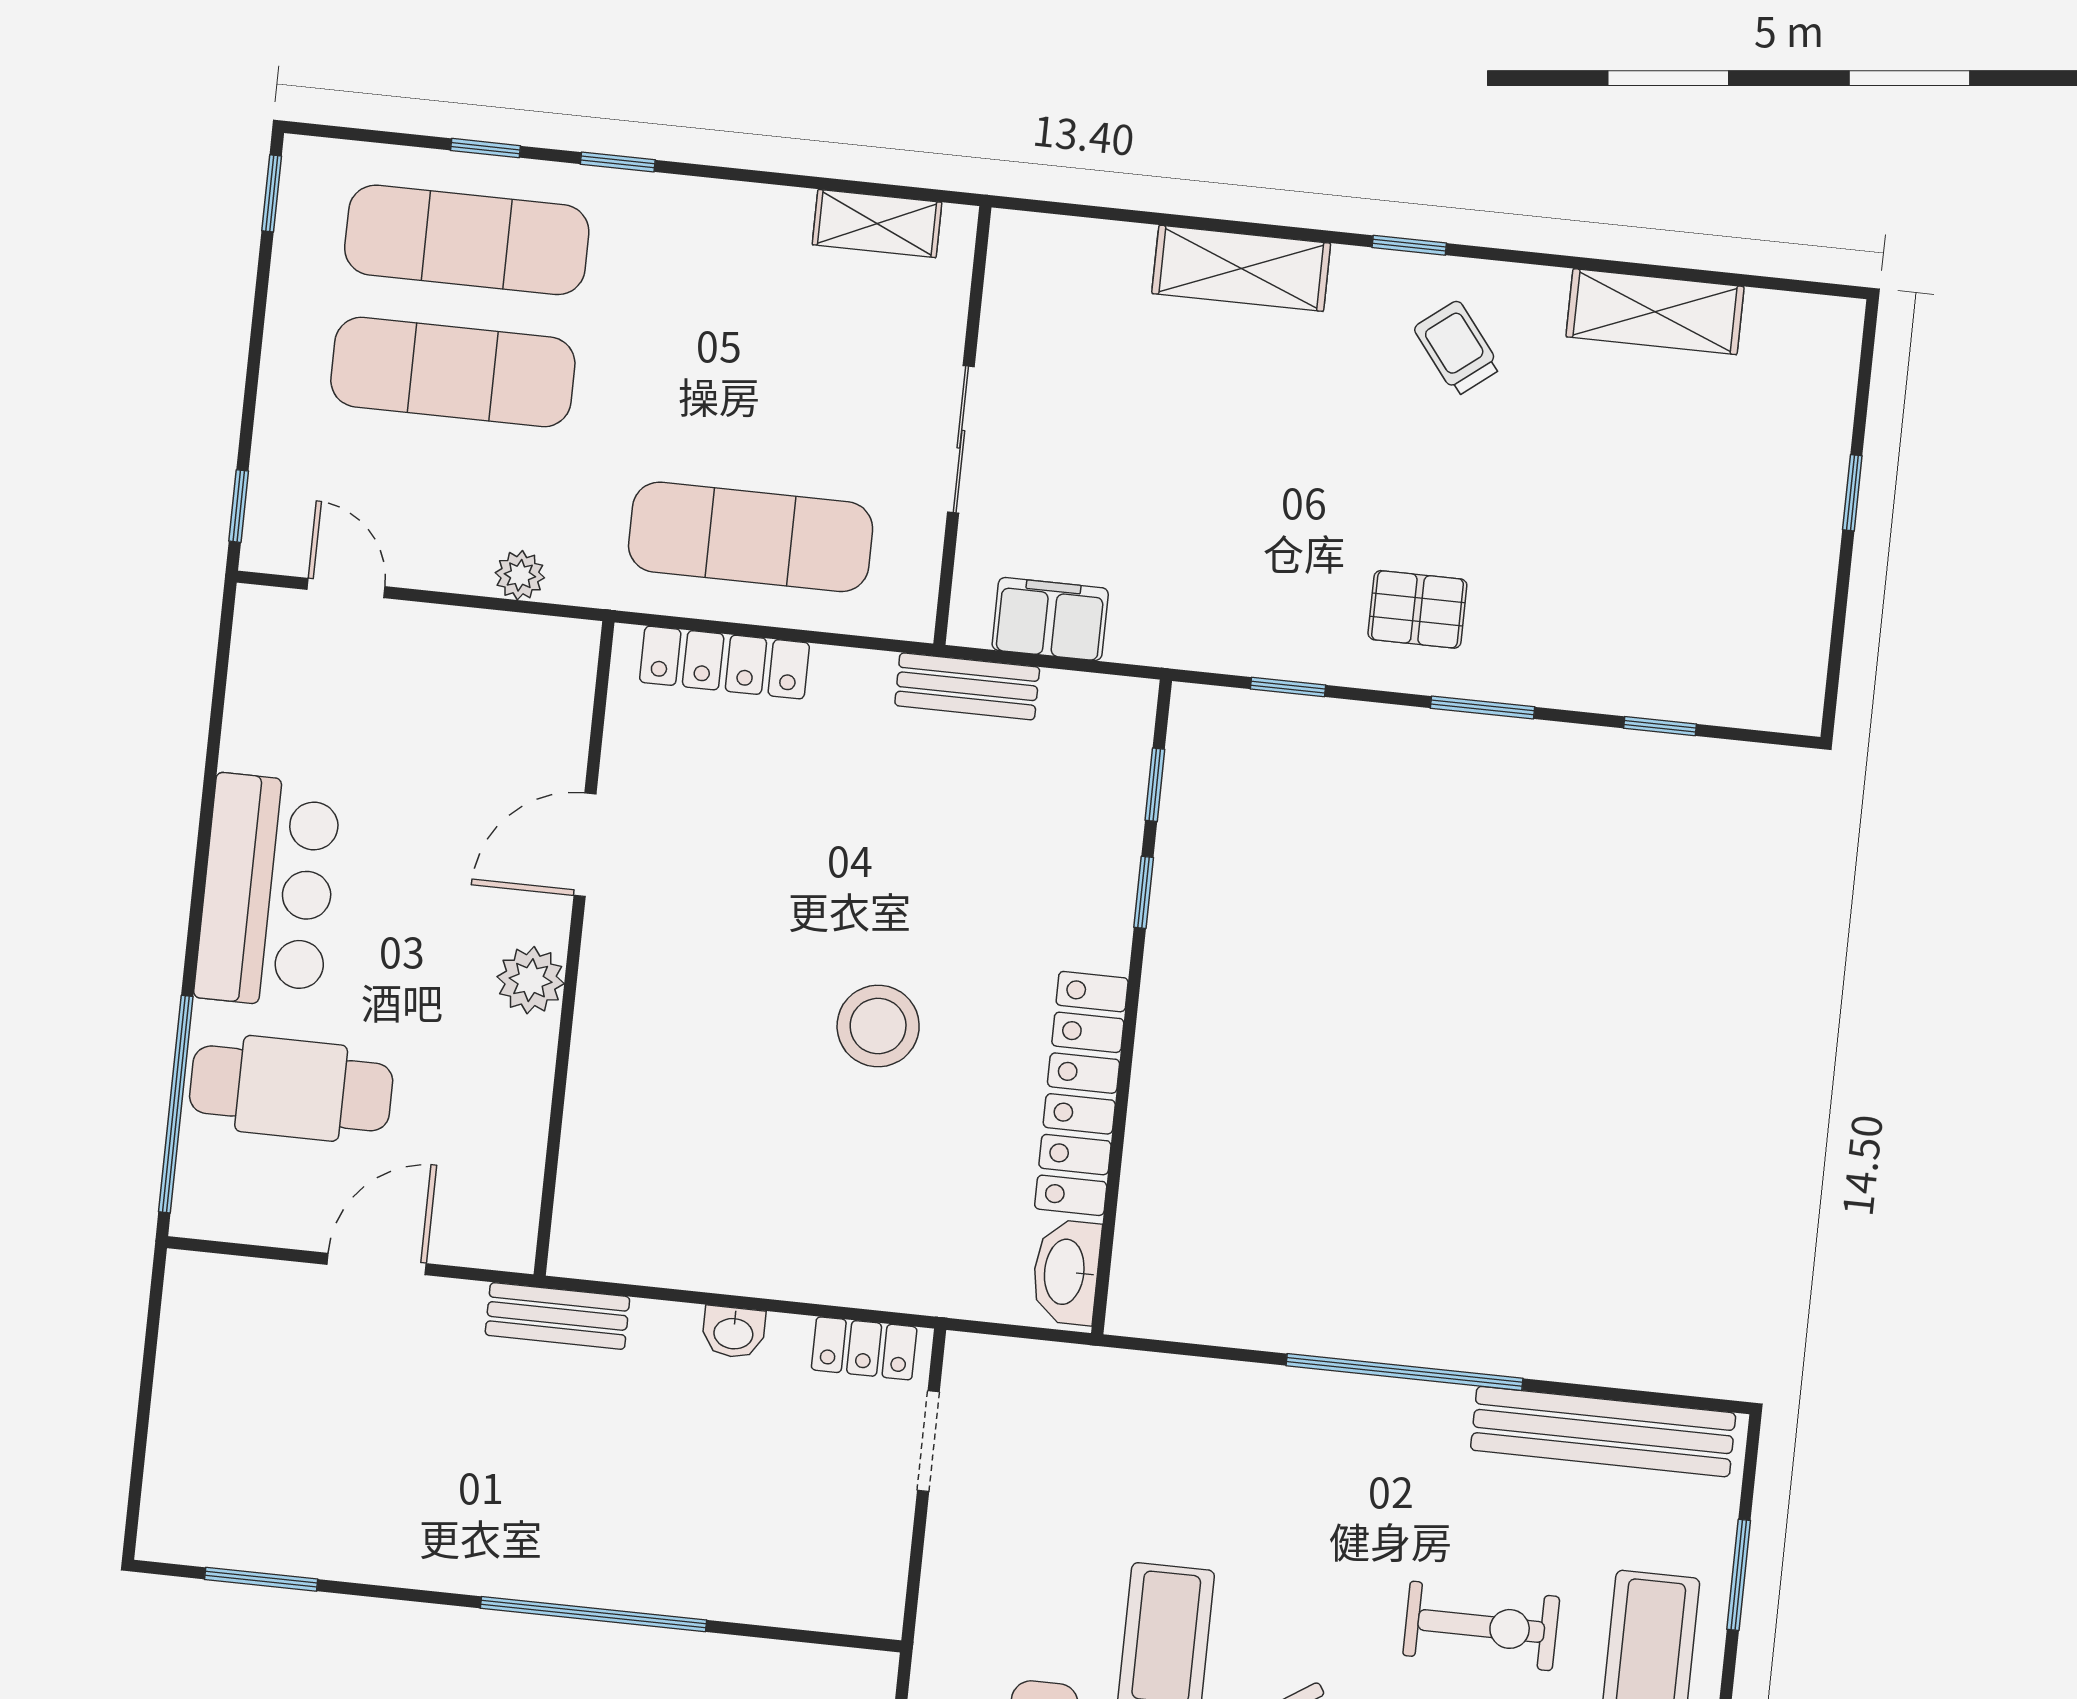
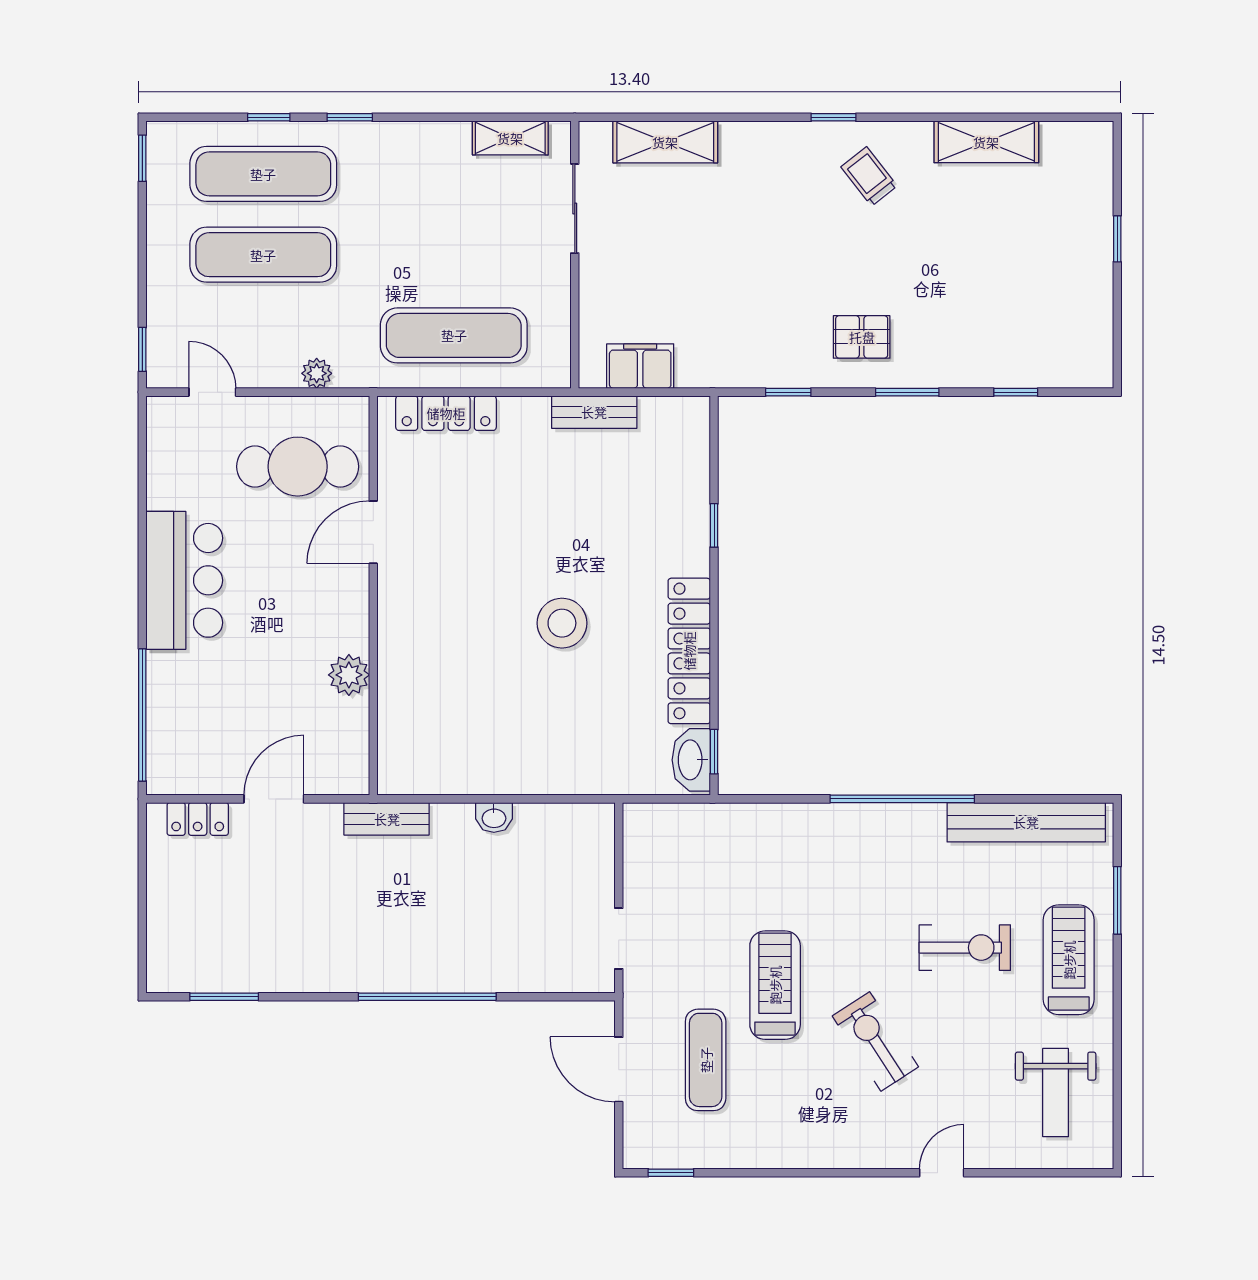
shelving: (1241, 268) -> (665, 142), moved
sliding door: (961, 439) -> (575, 209), moved
window: (1155, 785) -> (714, 752), moved
plant: (531, 980) -> (349, 675), moved
cafe table: (291, 1088) -> (298, 467), moved
locker: (864, 1348) -> (198, 819), moved
doorway: (928, 1441) -> (619, 939), moved

